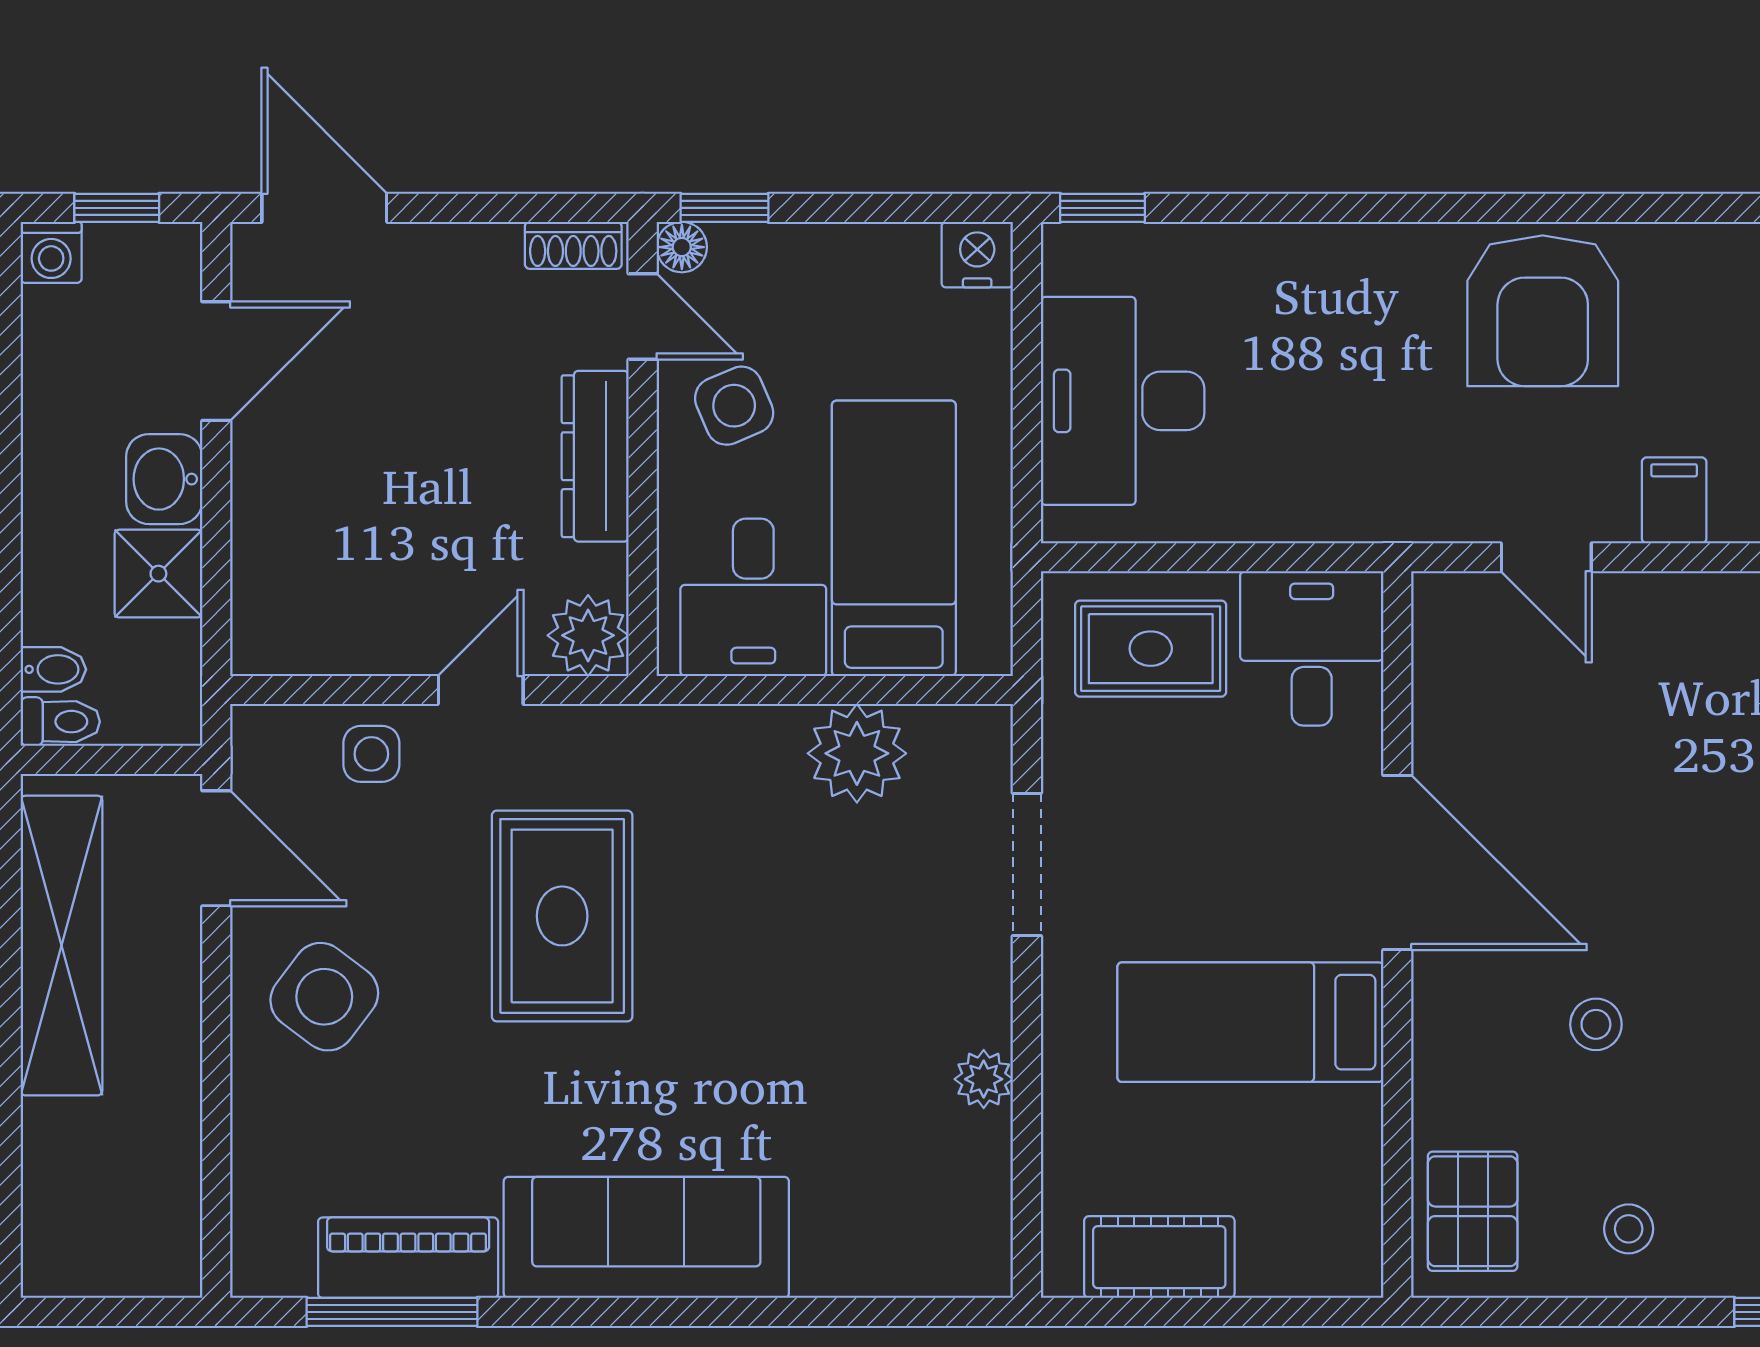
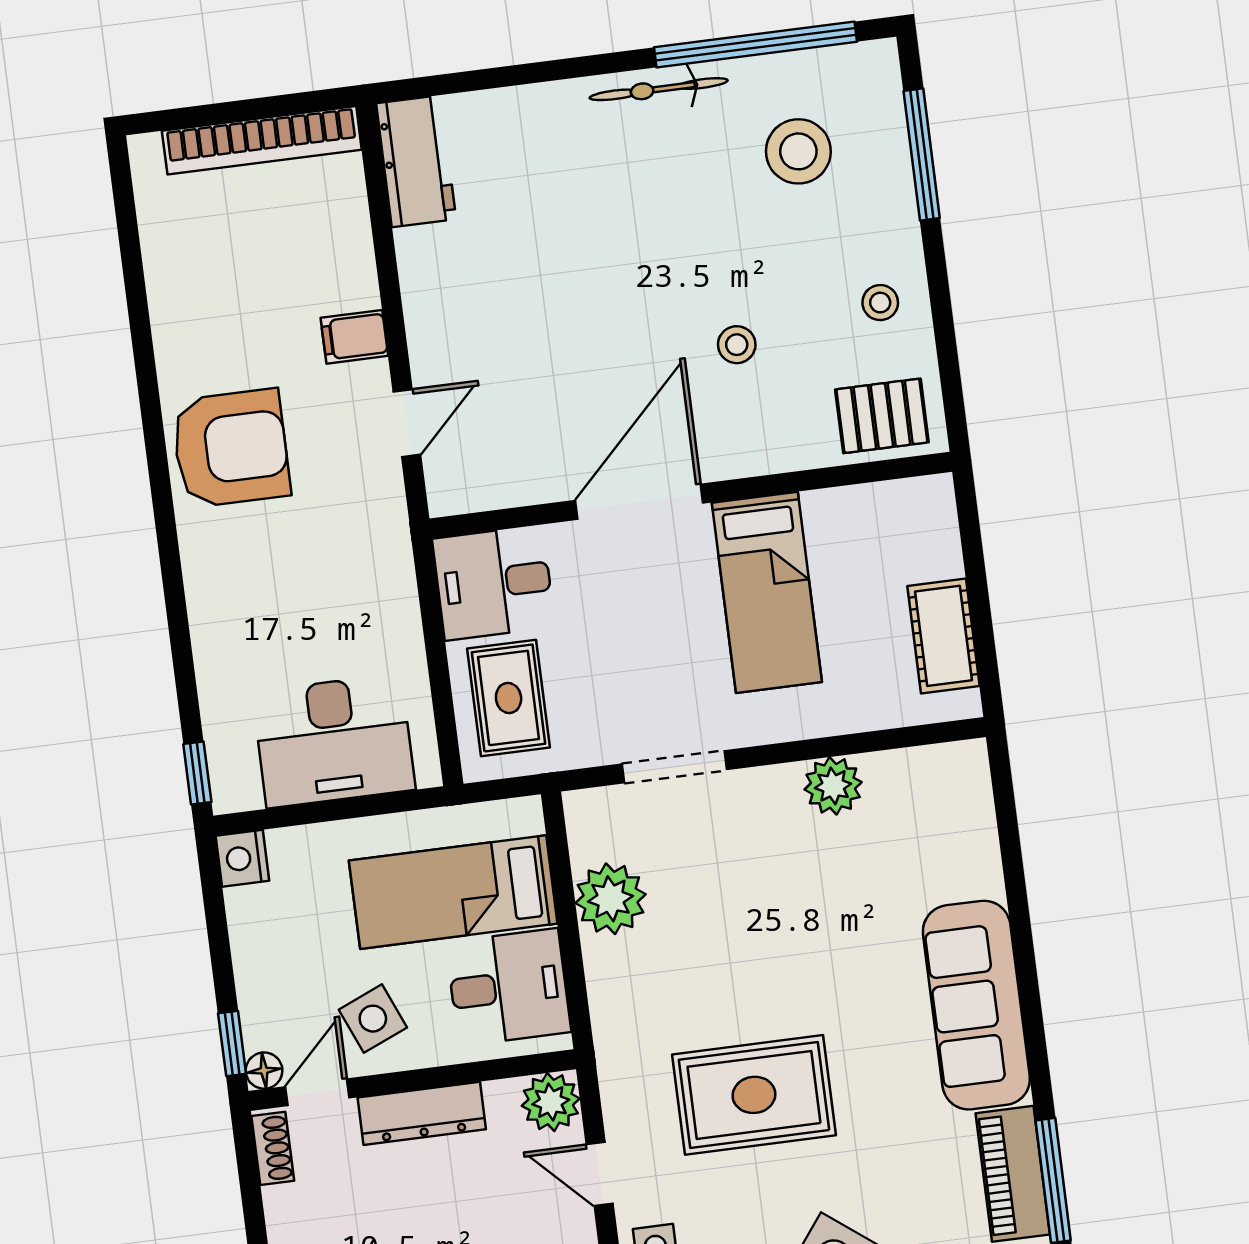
plant: (984, 1079) -> (833, 786), width x1.38, depth x1.38

